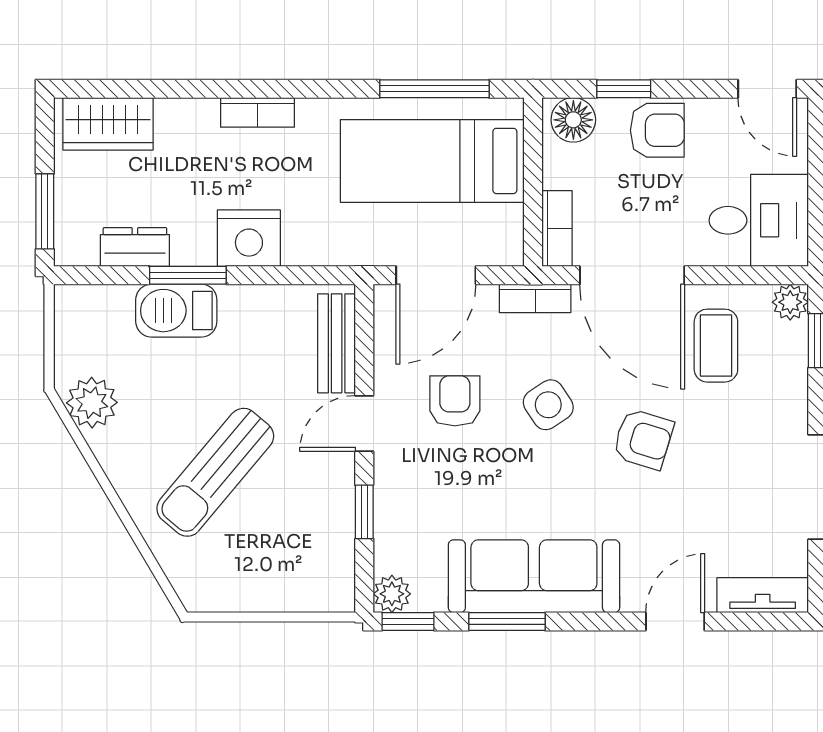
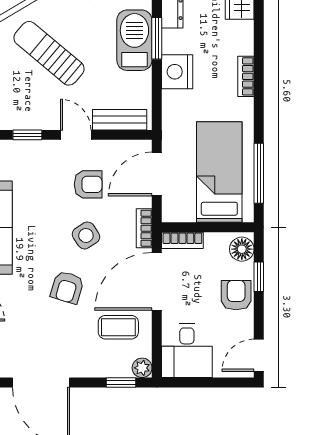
armchair: (657, 130) -> (236, 295), turned 180
door: (436, 275) -> (157, 174), hinge flipped
barbecue: (176, 311) -> (134, 40), width x1.37, depth x1.21

